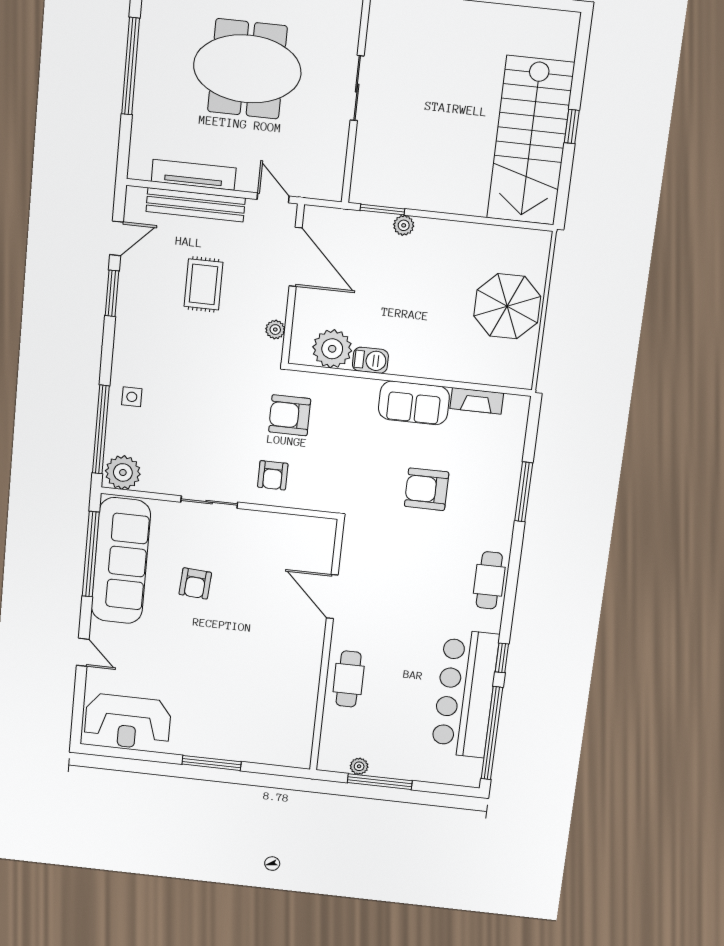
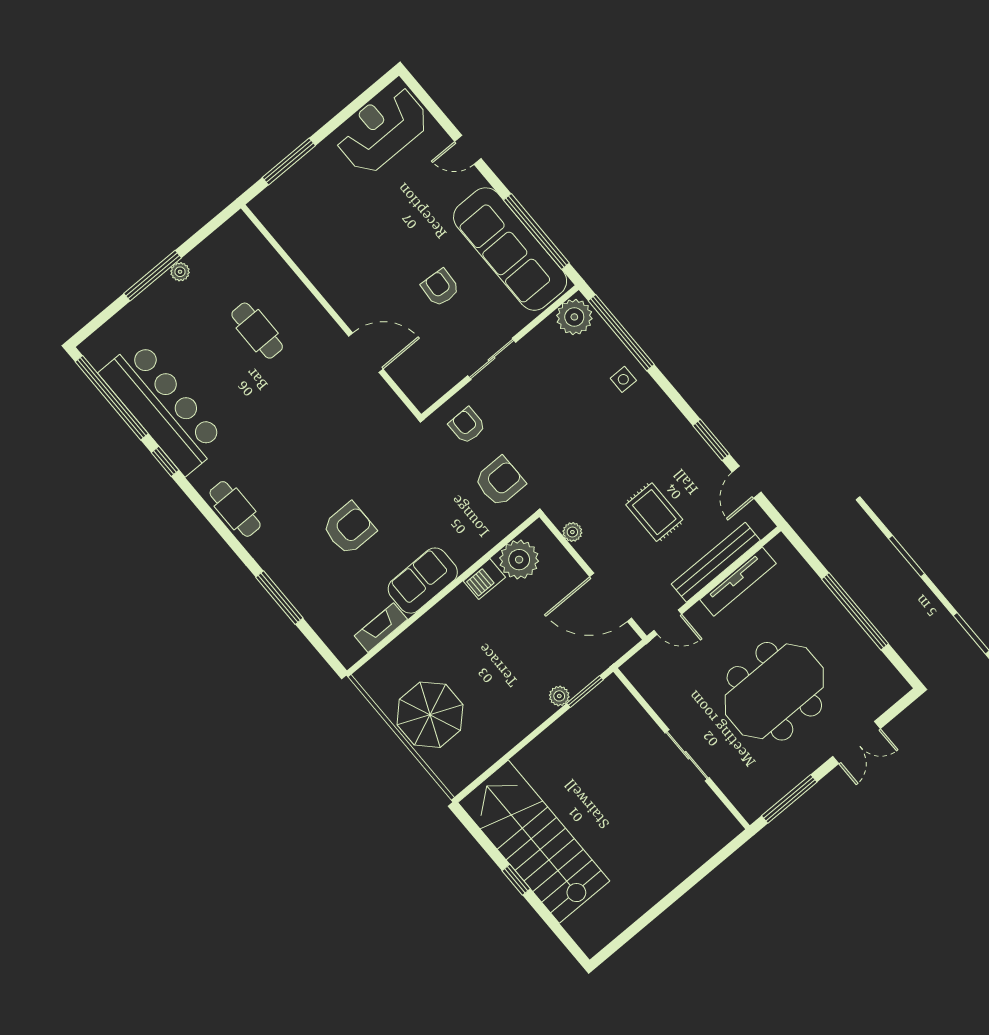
door: (332, 597) -> (366, 353), moved
wall: (327, 646) -> (331, 311), moved

